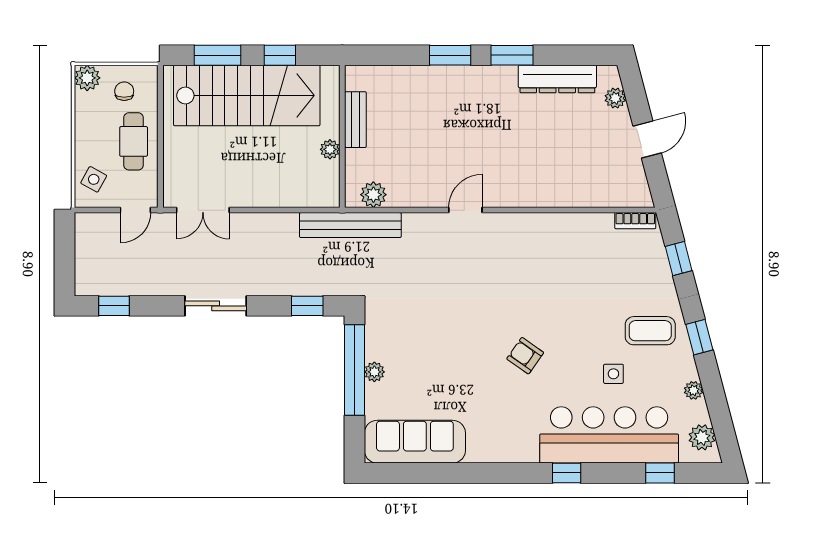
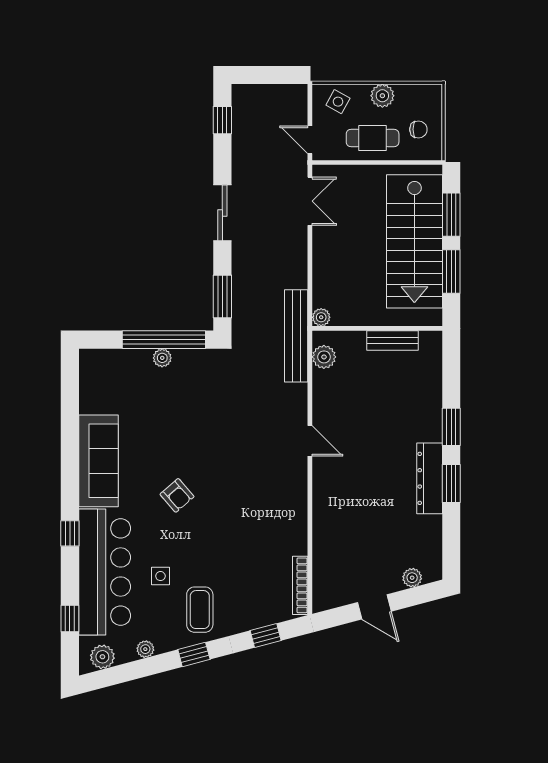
window: (280, 55) -> (451, 271), width x1.50
plant: (87, 78) -> (382, 96), moved
dresser: (557, 79) -> (430, 478), moved
plant: (330, 149) -> (321, 317), moved
double door: (203, 210) -> (310, 201), swing flipped
bookcase: (635, 221) -> (300, 585), width x1.56
window: (307, 306) -> (222, 297), width x1.50
armchair: (525, 356) -> (177, 495), turned 104
sofa: (415, 442) -> (98, 461), moved

